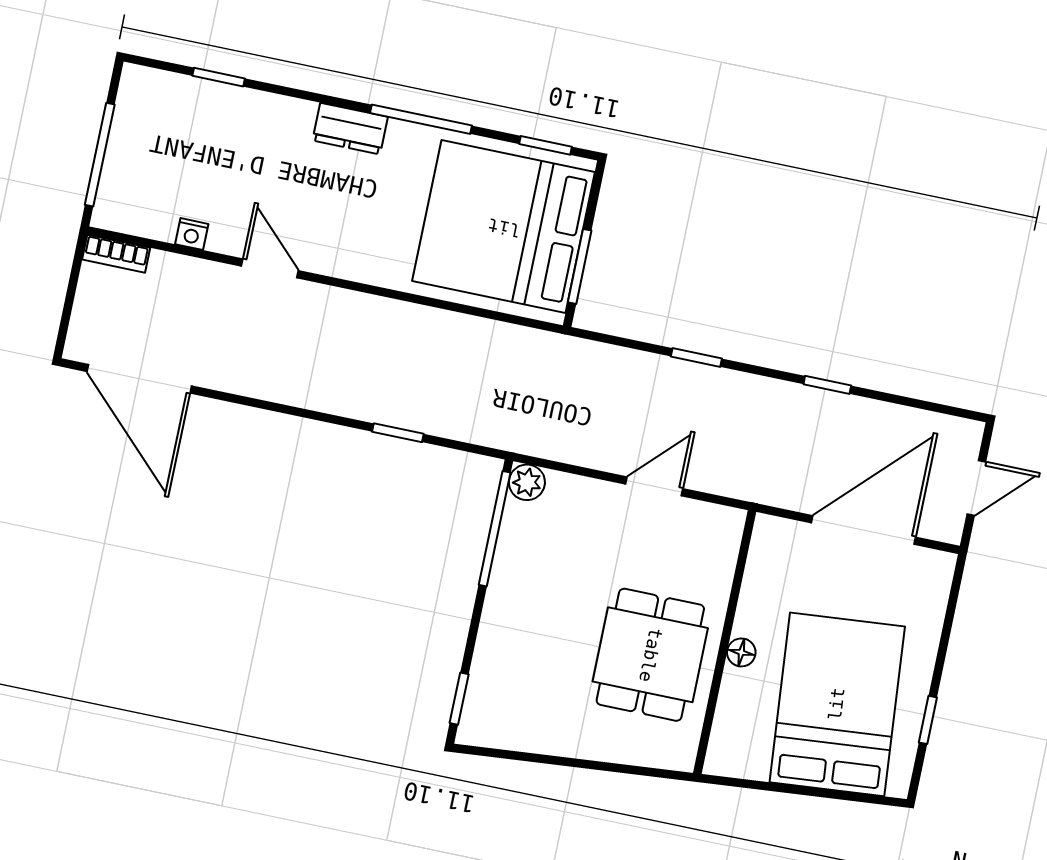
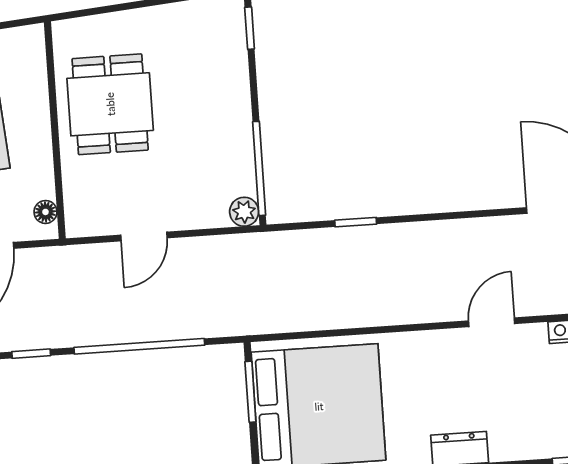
door: (270, 268) -> (492, 322), swing flipped
window: (696, 358) -> (139, 346), width x3.17
floor lamp: (741, 652) -> (45, 212), moved

